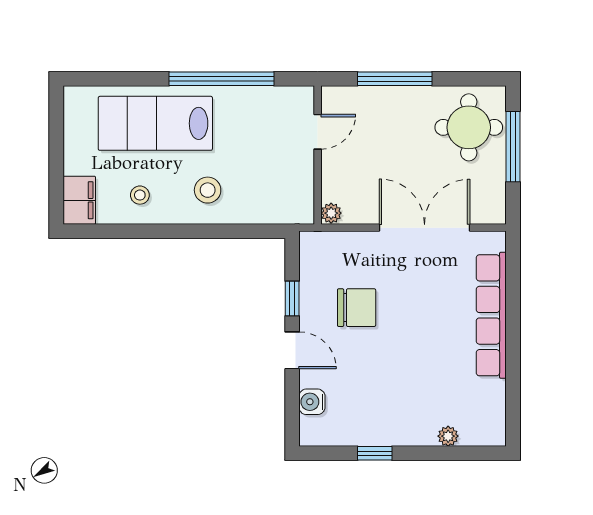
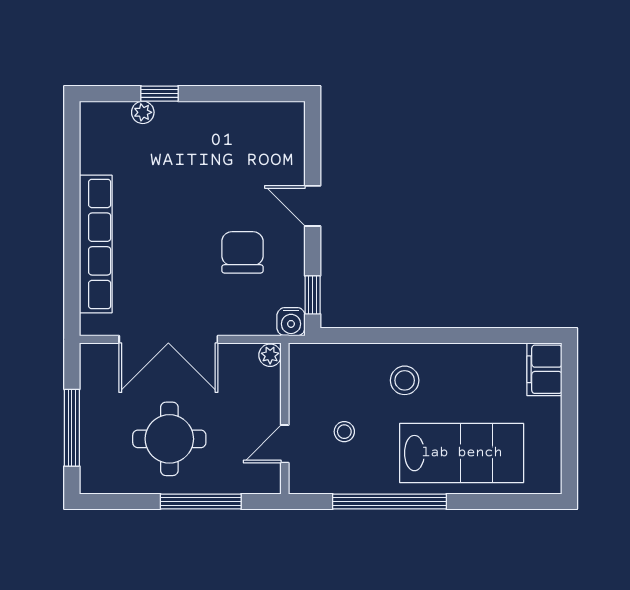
round table: (469, 127) -> (169, 439), moved
stool: (140, 195) -> (344, 432), moved
window: (292, 299) -> (313, 295), moved
chair: (357, 308) -> (242, 252), turned 90
water cooler: (312, 402) -> (291, 322), moved, turned 90
window: (375, 453) -> (160, 94), moved

